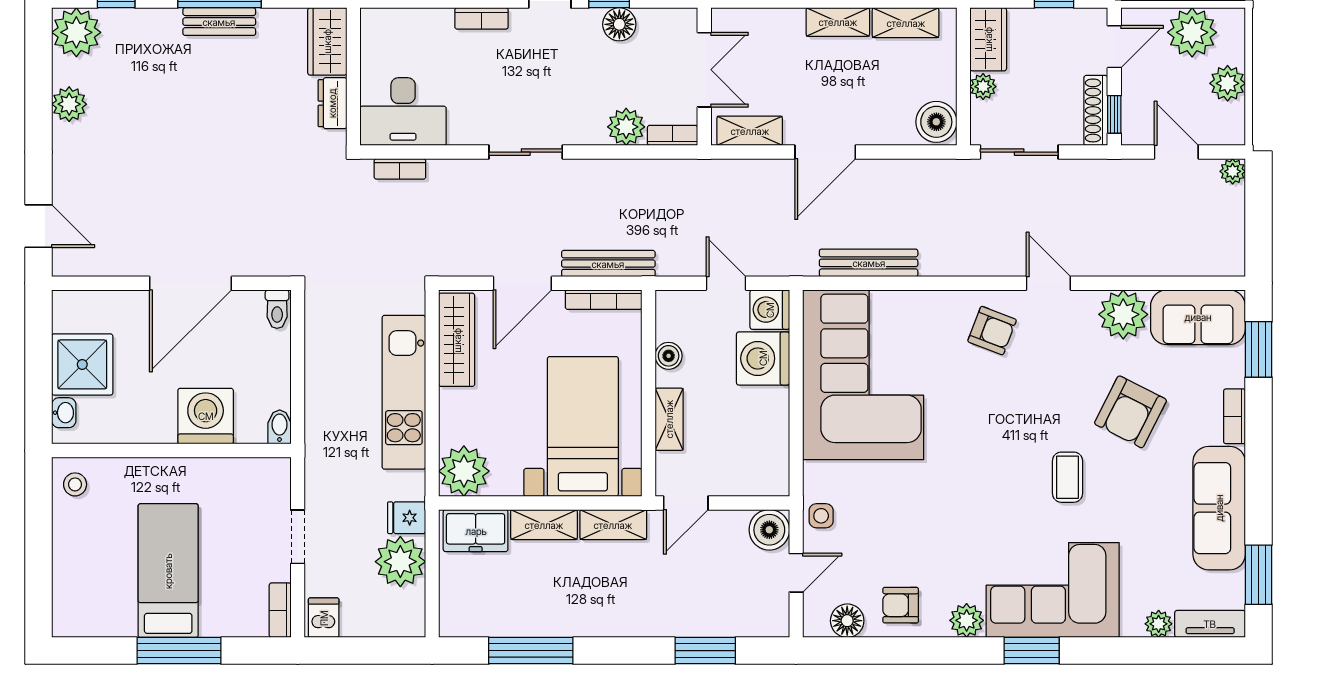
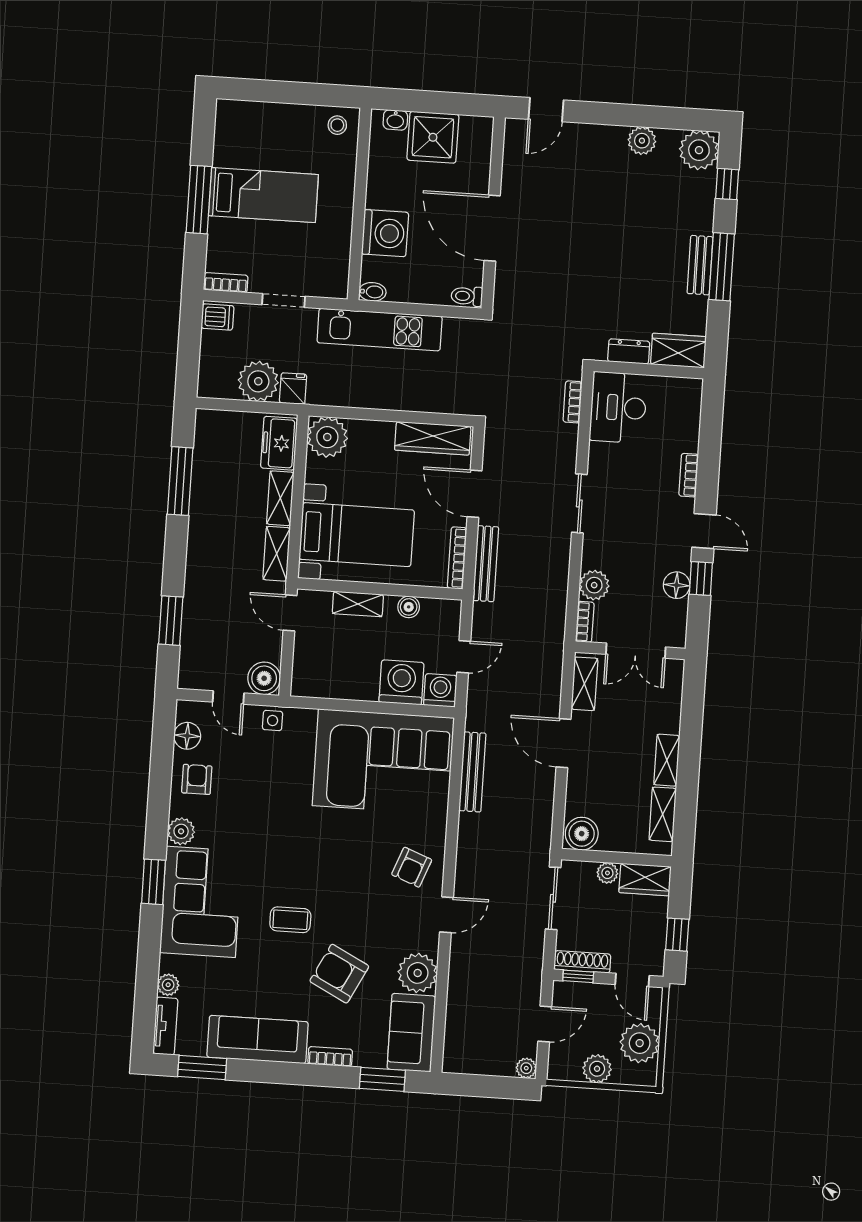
kitchen unit: (404, 392) -> (380, 330), moved, turned 180

